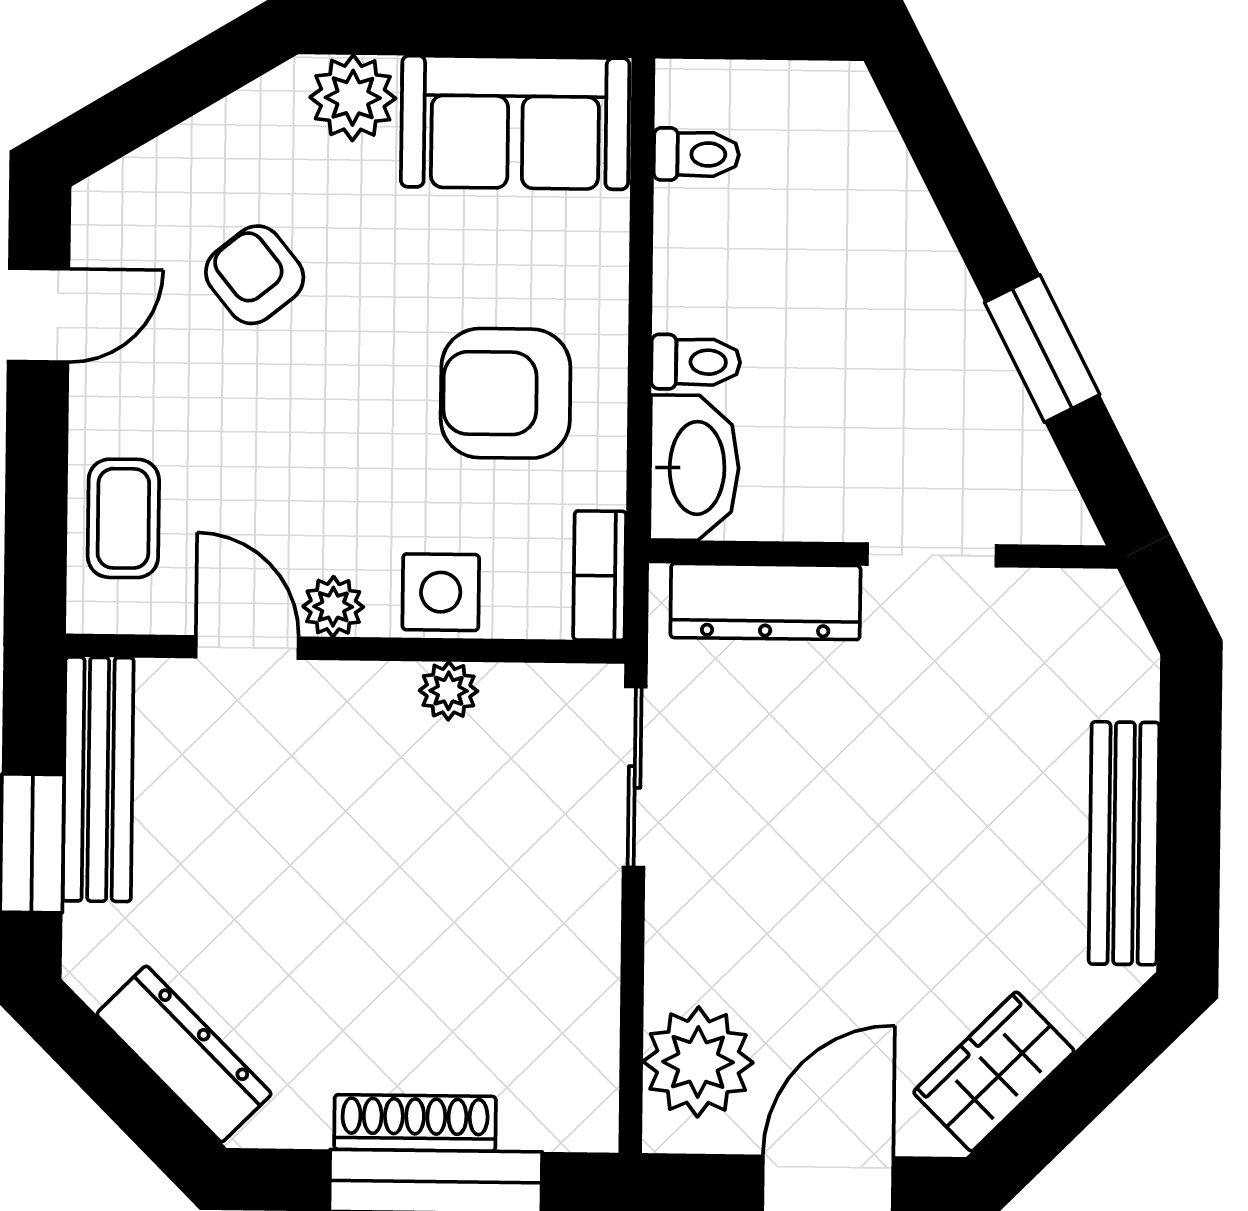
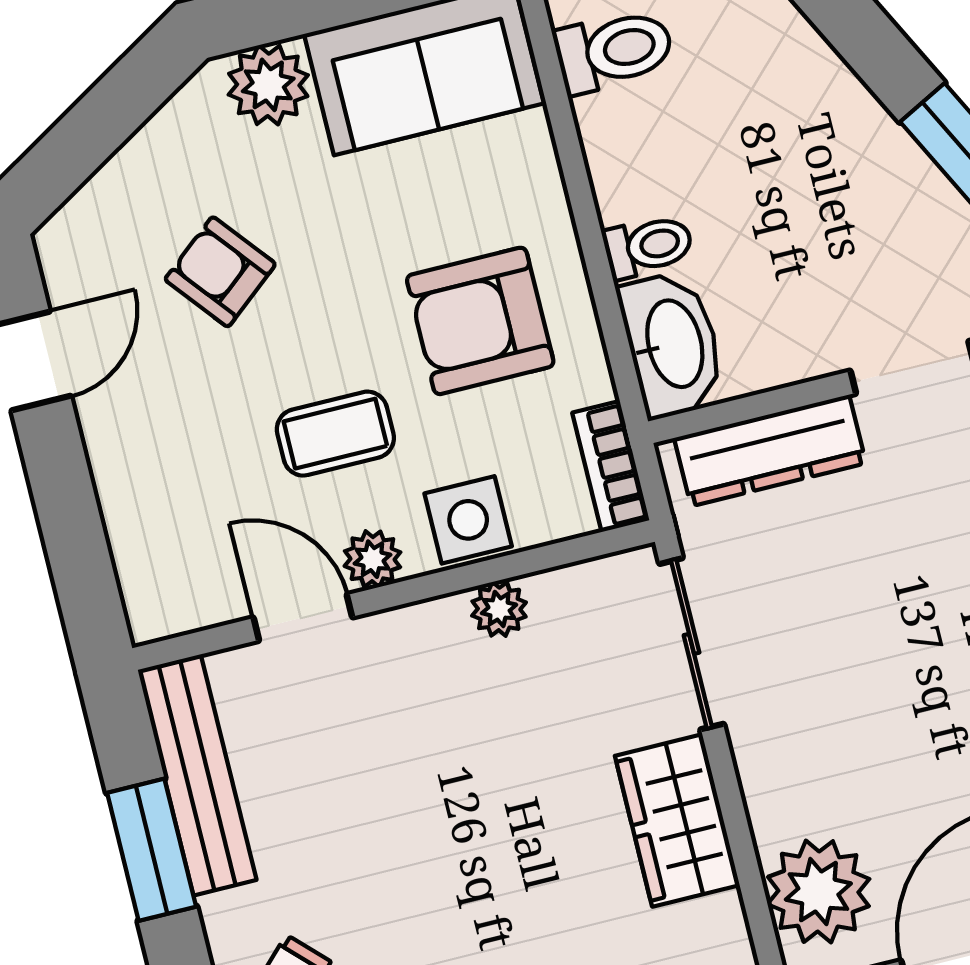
toilet: (696, 154) -> (614, 51), width x1.37, depth x1.39
coffee table: (123, 518) -> (335, 434), moved, turned 90
wardrobe: (574, 953) -> (677, 820), added

